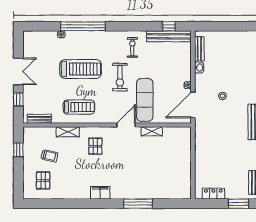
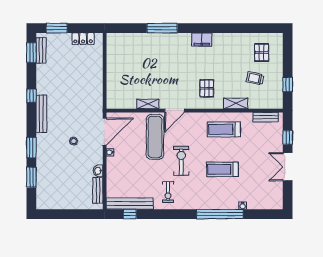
treadmill: (81, 69) -> (222, 169), width x0.73, depth x0.73

